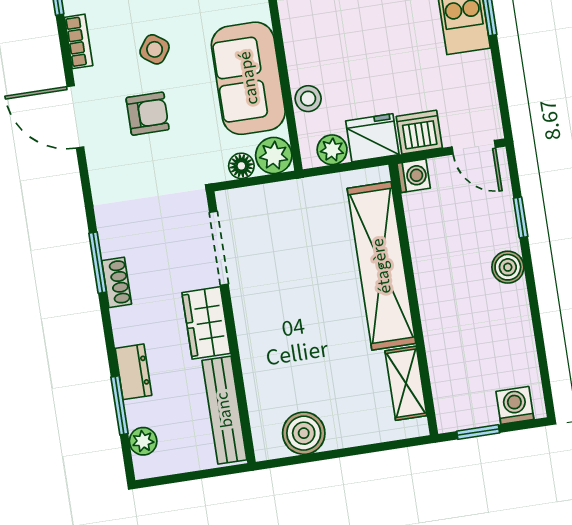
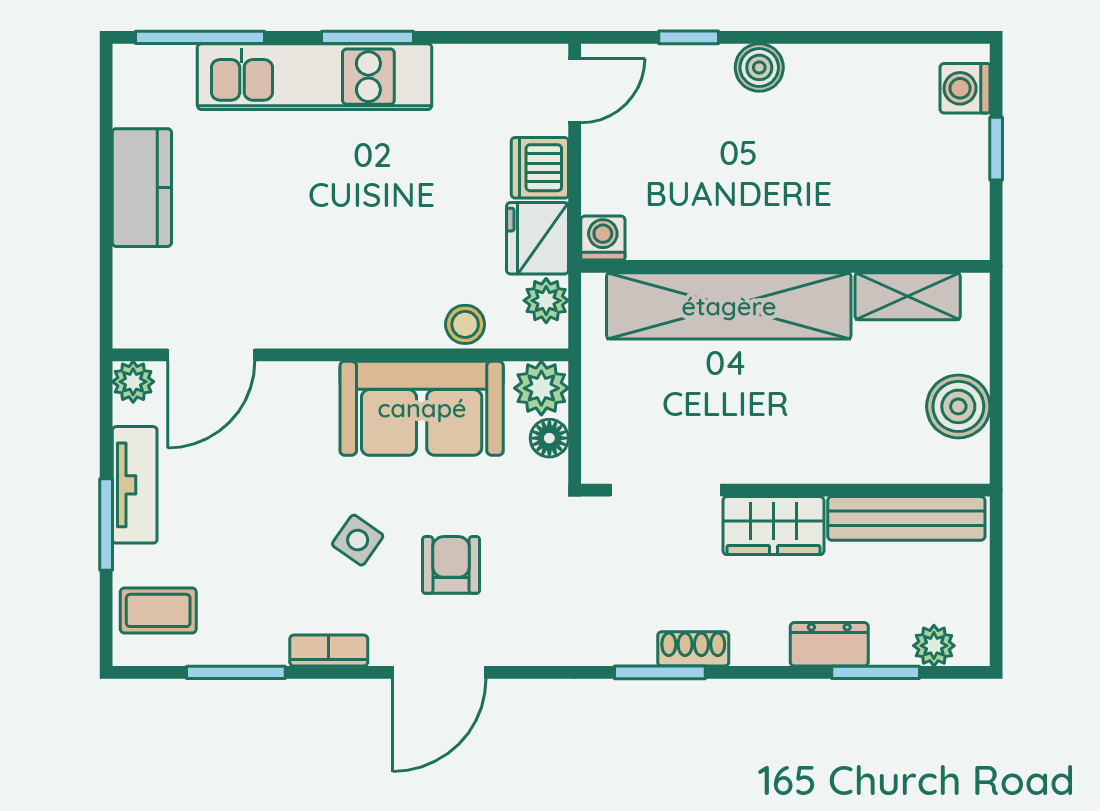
washing machine: (414, 176) -> (603, 238), moved
shelving: (381, 266) -> (729, 306), moved
wall: (413, 299) -> (785, 266), moved
shelving: (406, 383) -> (908, 296), moved

